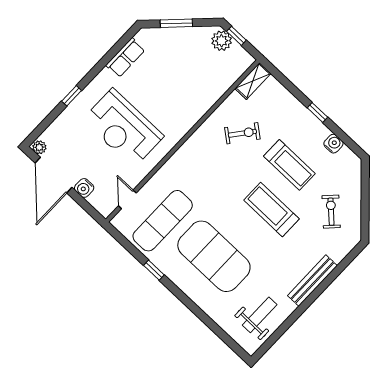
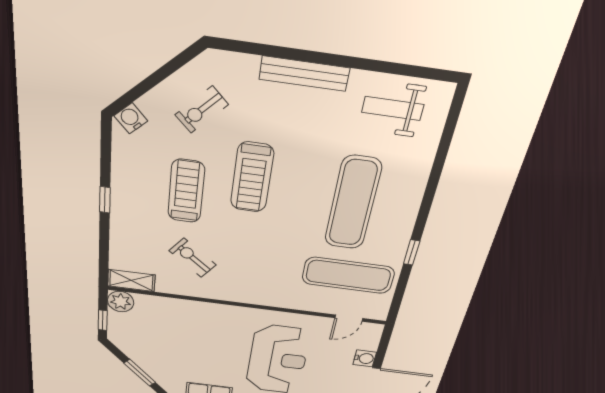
plant: (222, 41) -> (121, 302), moved
water cooler: (333, 144) -> (131, 118), moved, turned 47
exercise mat: (214, 256) -> (353, 203), width x0.68

